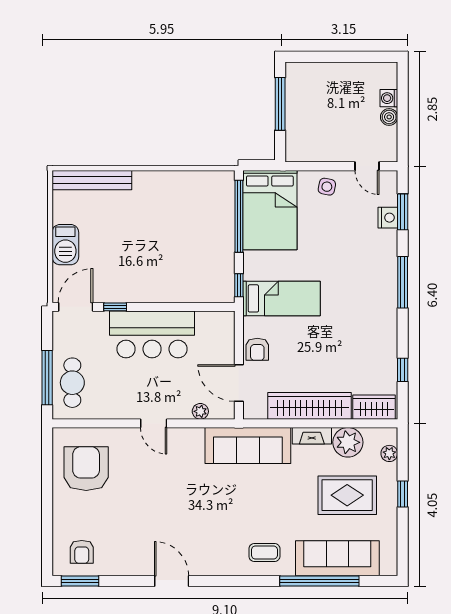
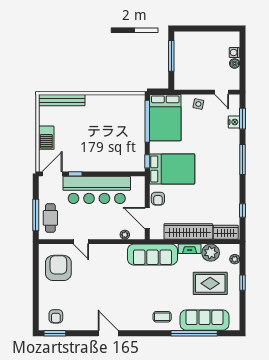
bed: (282, 298) -> (172, 169), width x1.50
bar counter: (152, 334) -> (97, 190), width x1.36
door: (154, 423) -> (81, 242), moved

